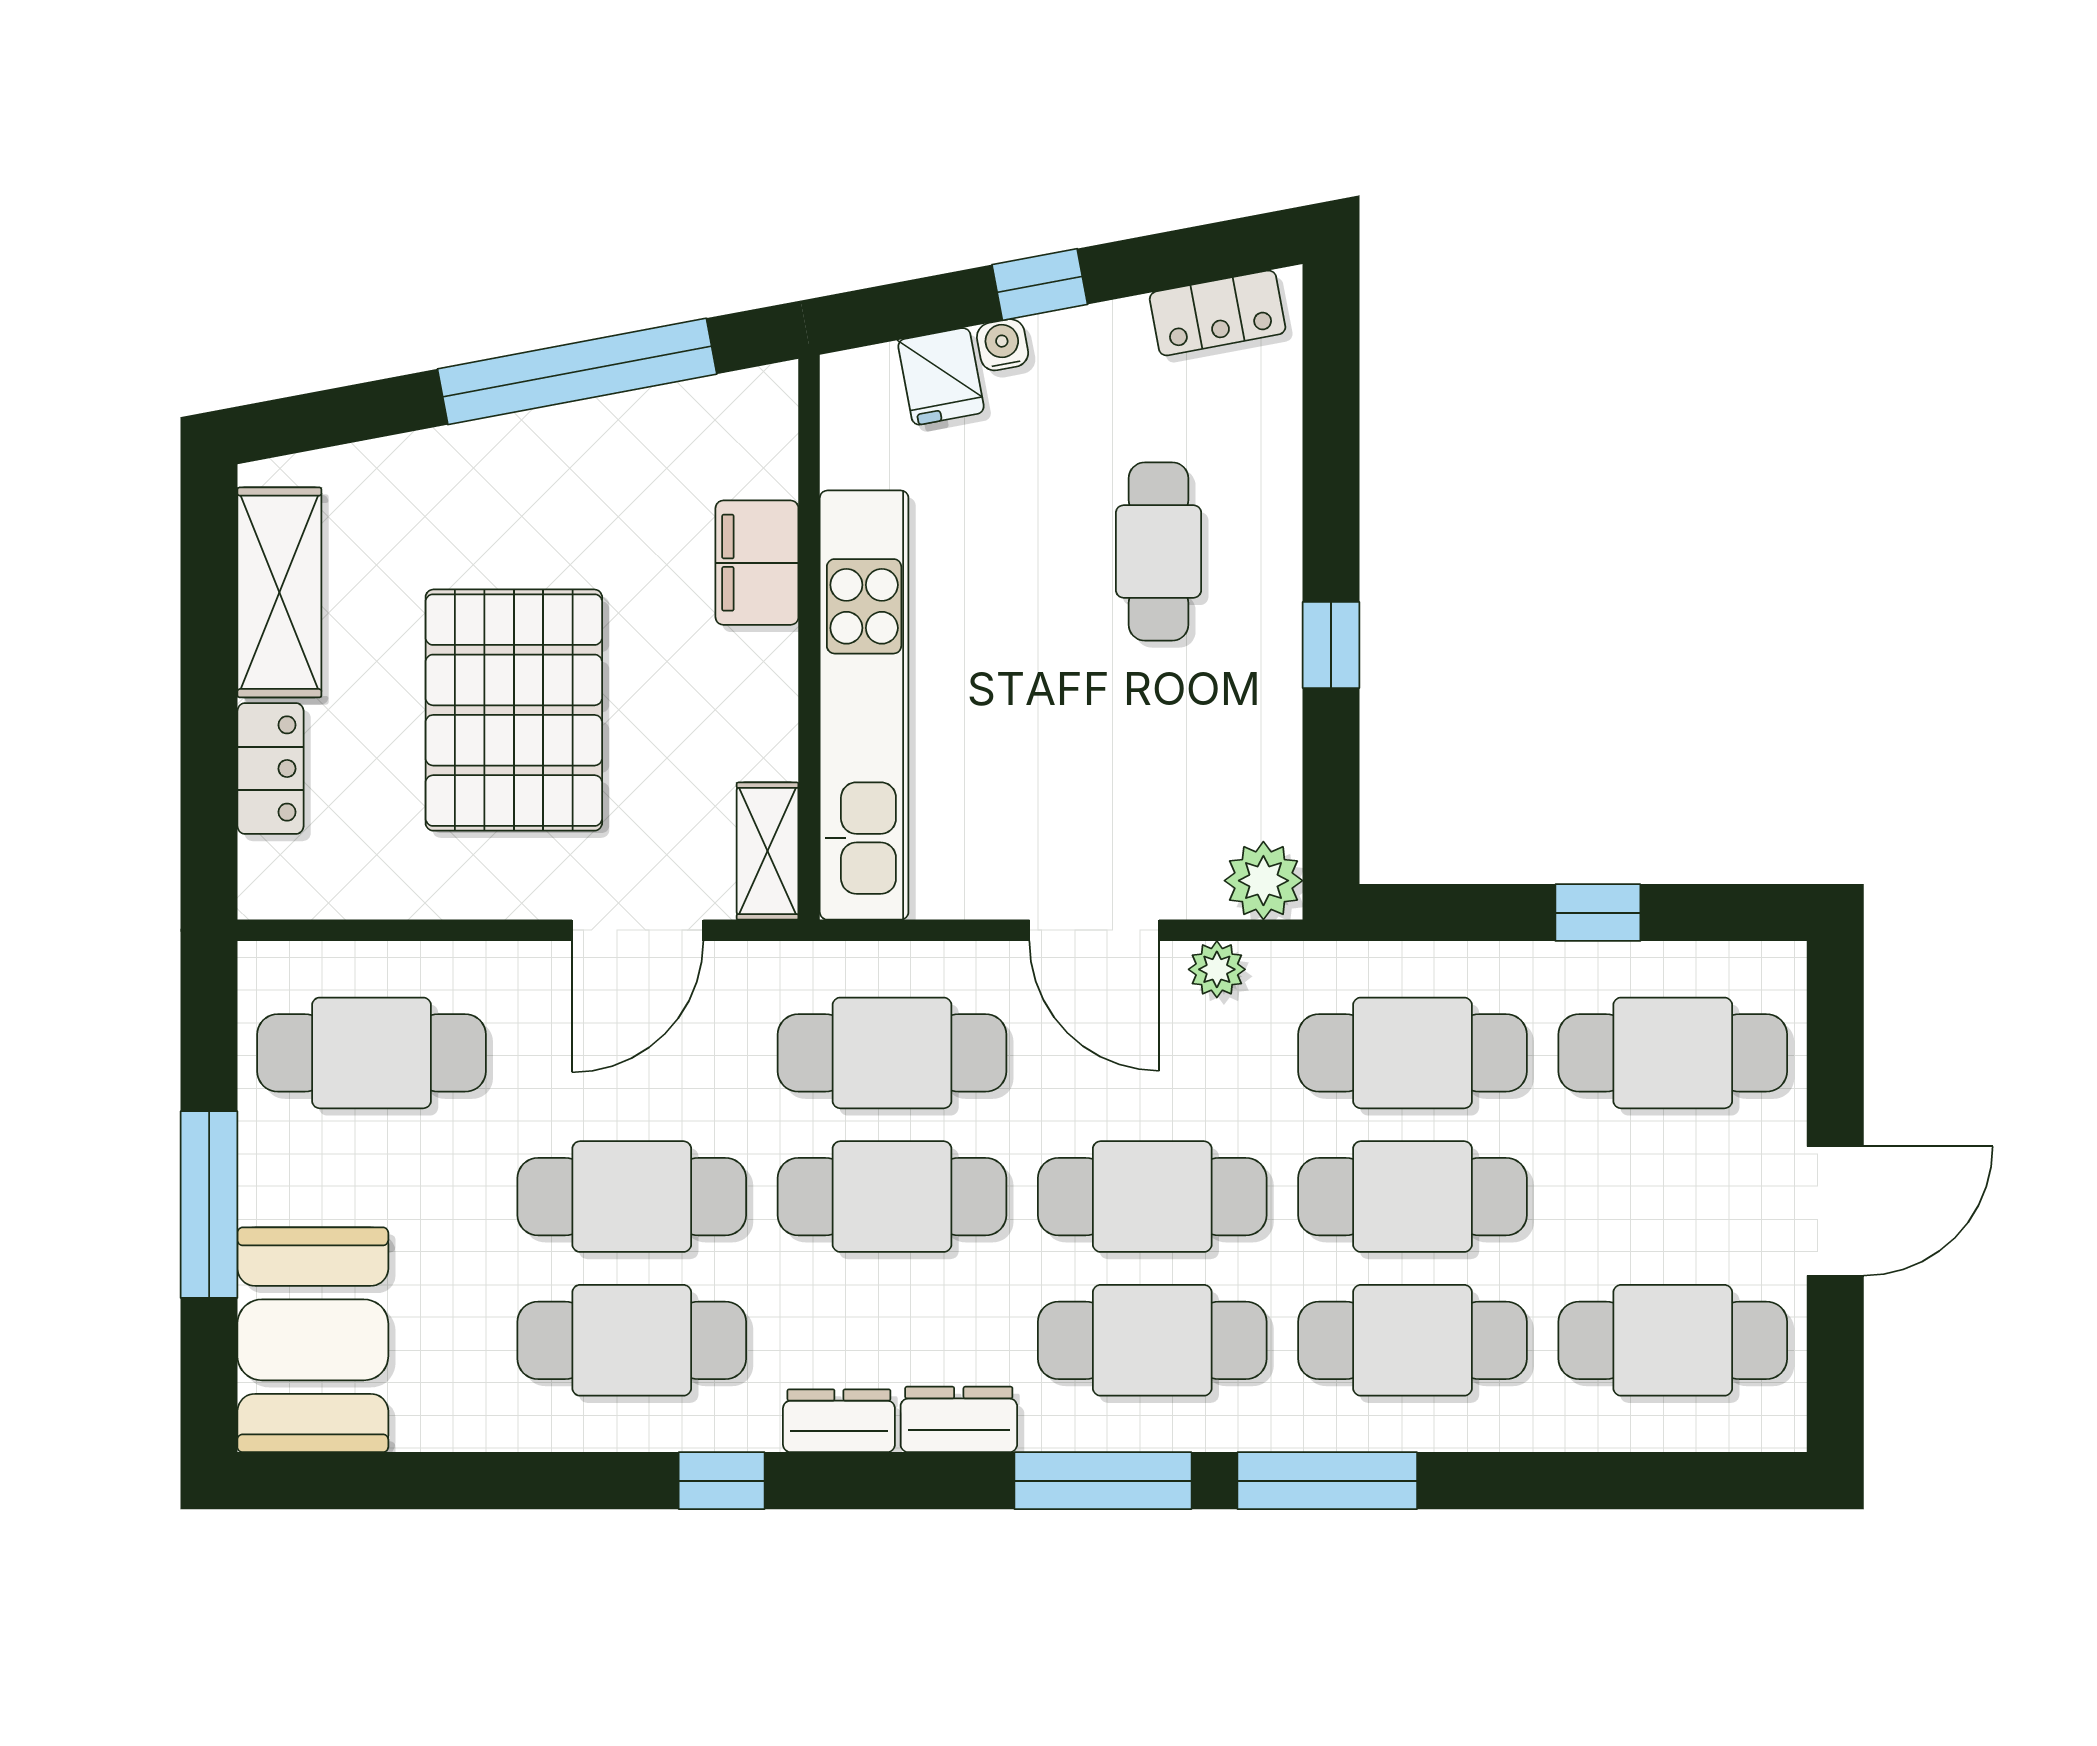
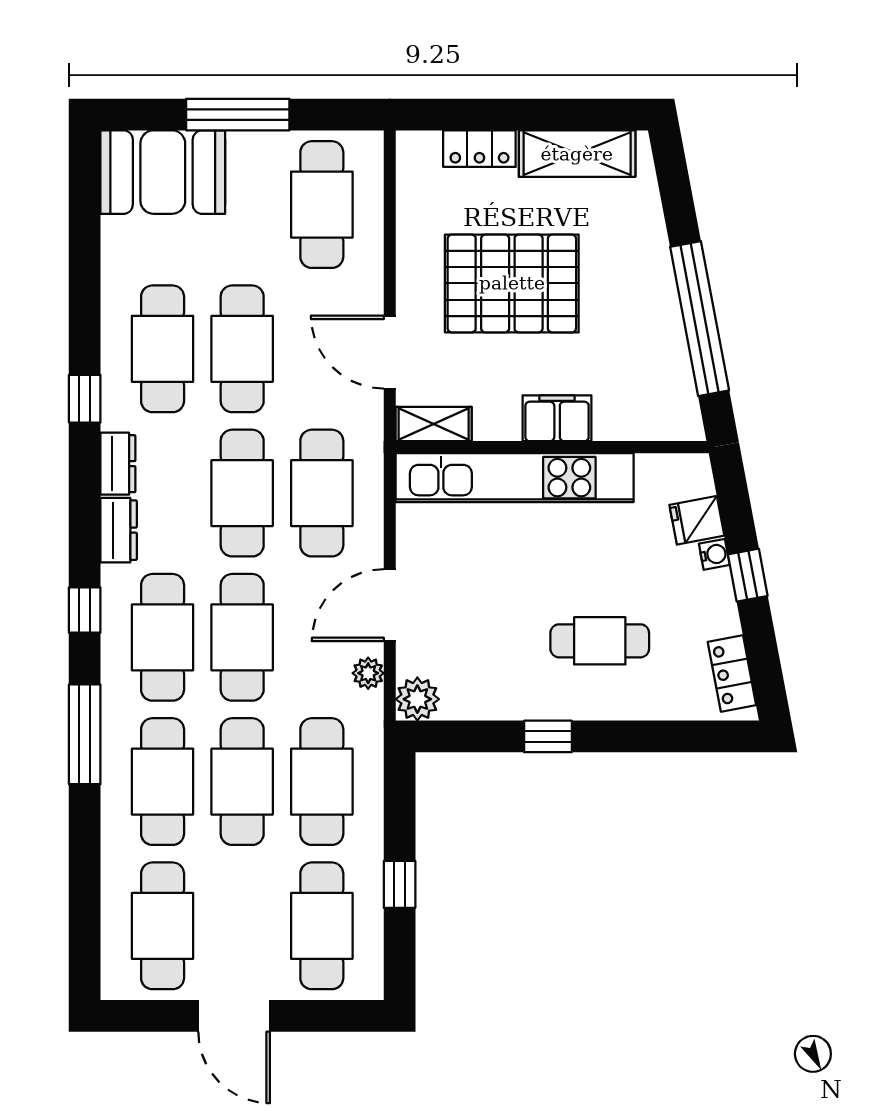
filing cabinet: (757, 563) -> (557, 418), moved
window: (1103, 1481) -> (85, 610), width x0.46

